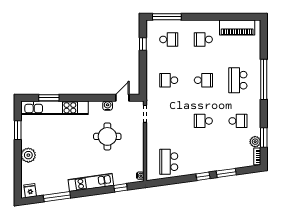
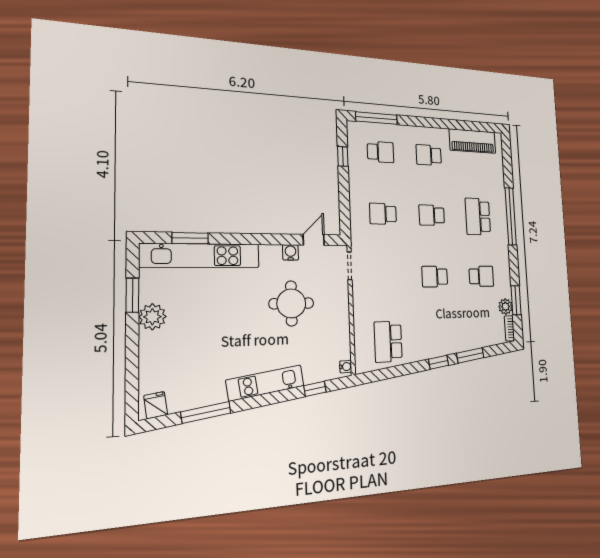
school desk: (203, 80) -> (432, 215), turned 180
plant: (28, 155) -> (152, 317), moved

